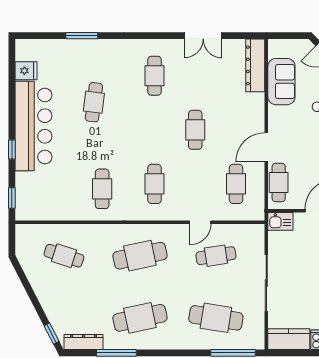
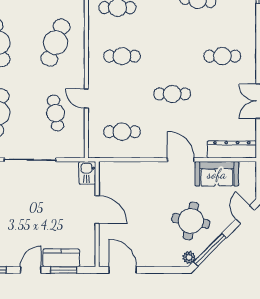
door: (266, 147) -> (181, 160), moved
cafe table: (279, 183) -> (123, 171), removed
cafe table: (140, 256) -> (56, 43), turned 33

